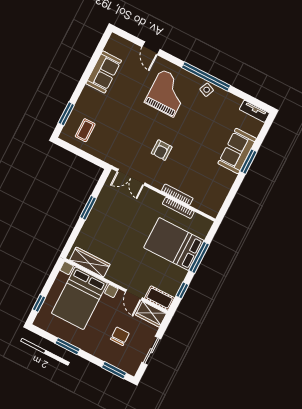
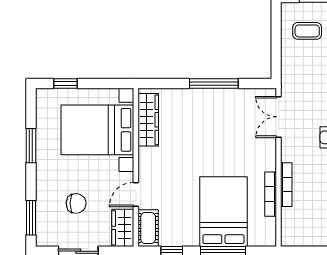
window: (88, 208) -> (214, 84), width x1.44

